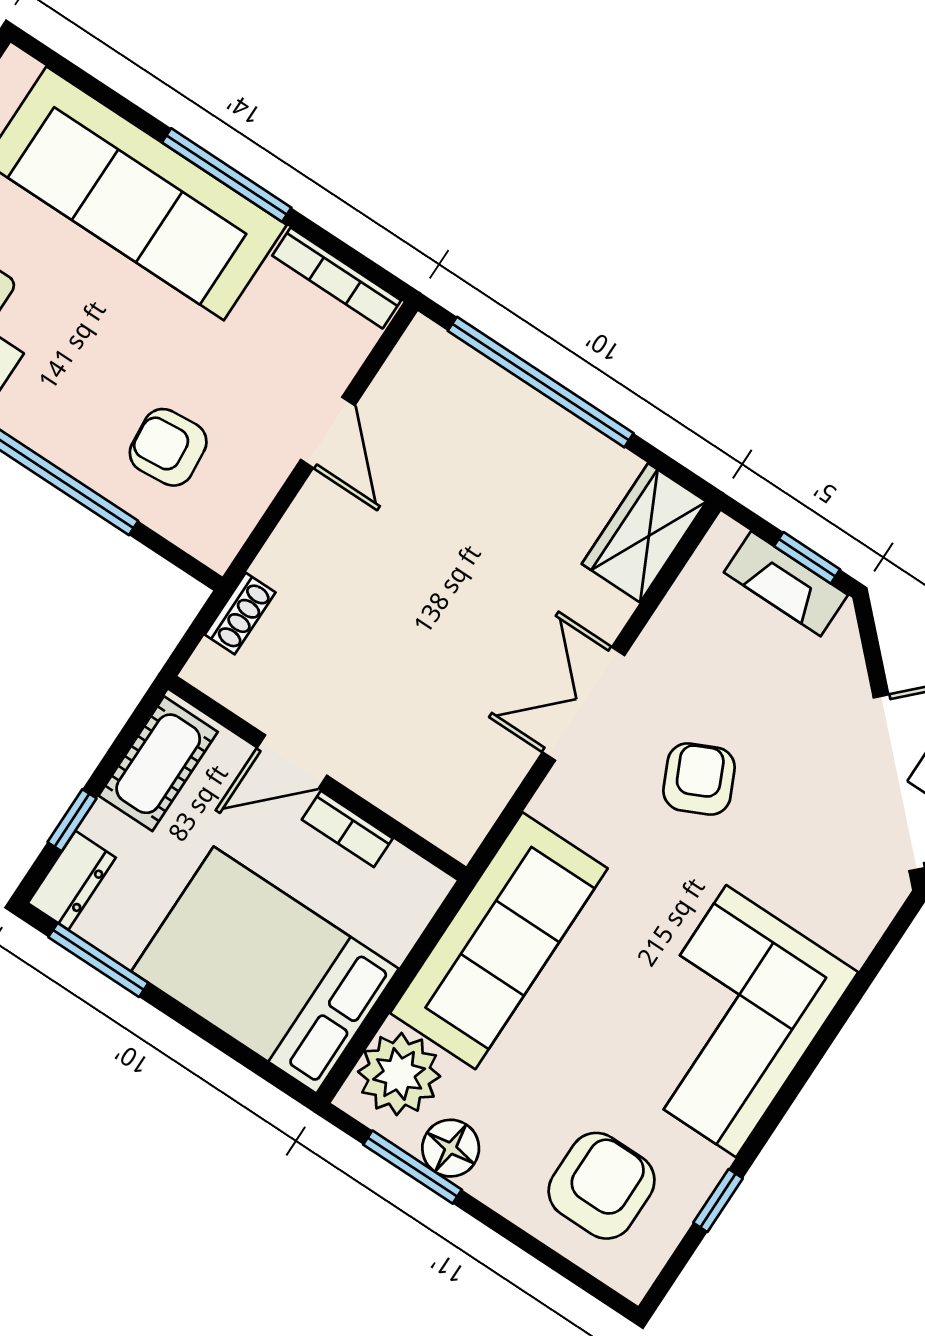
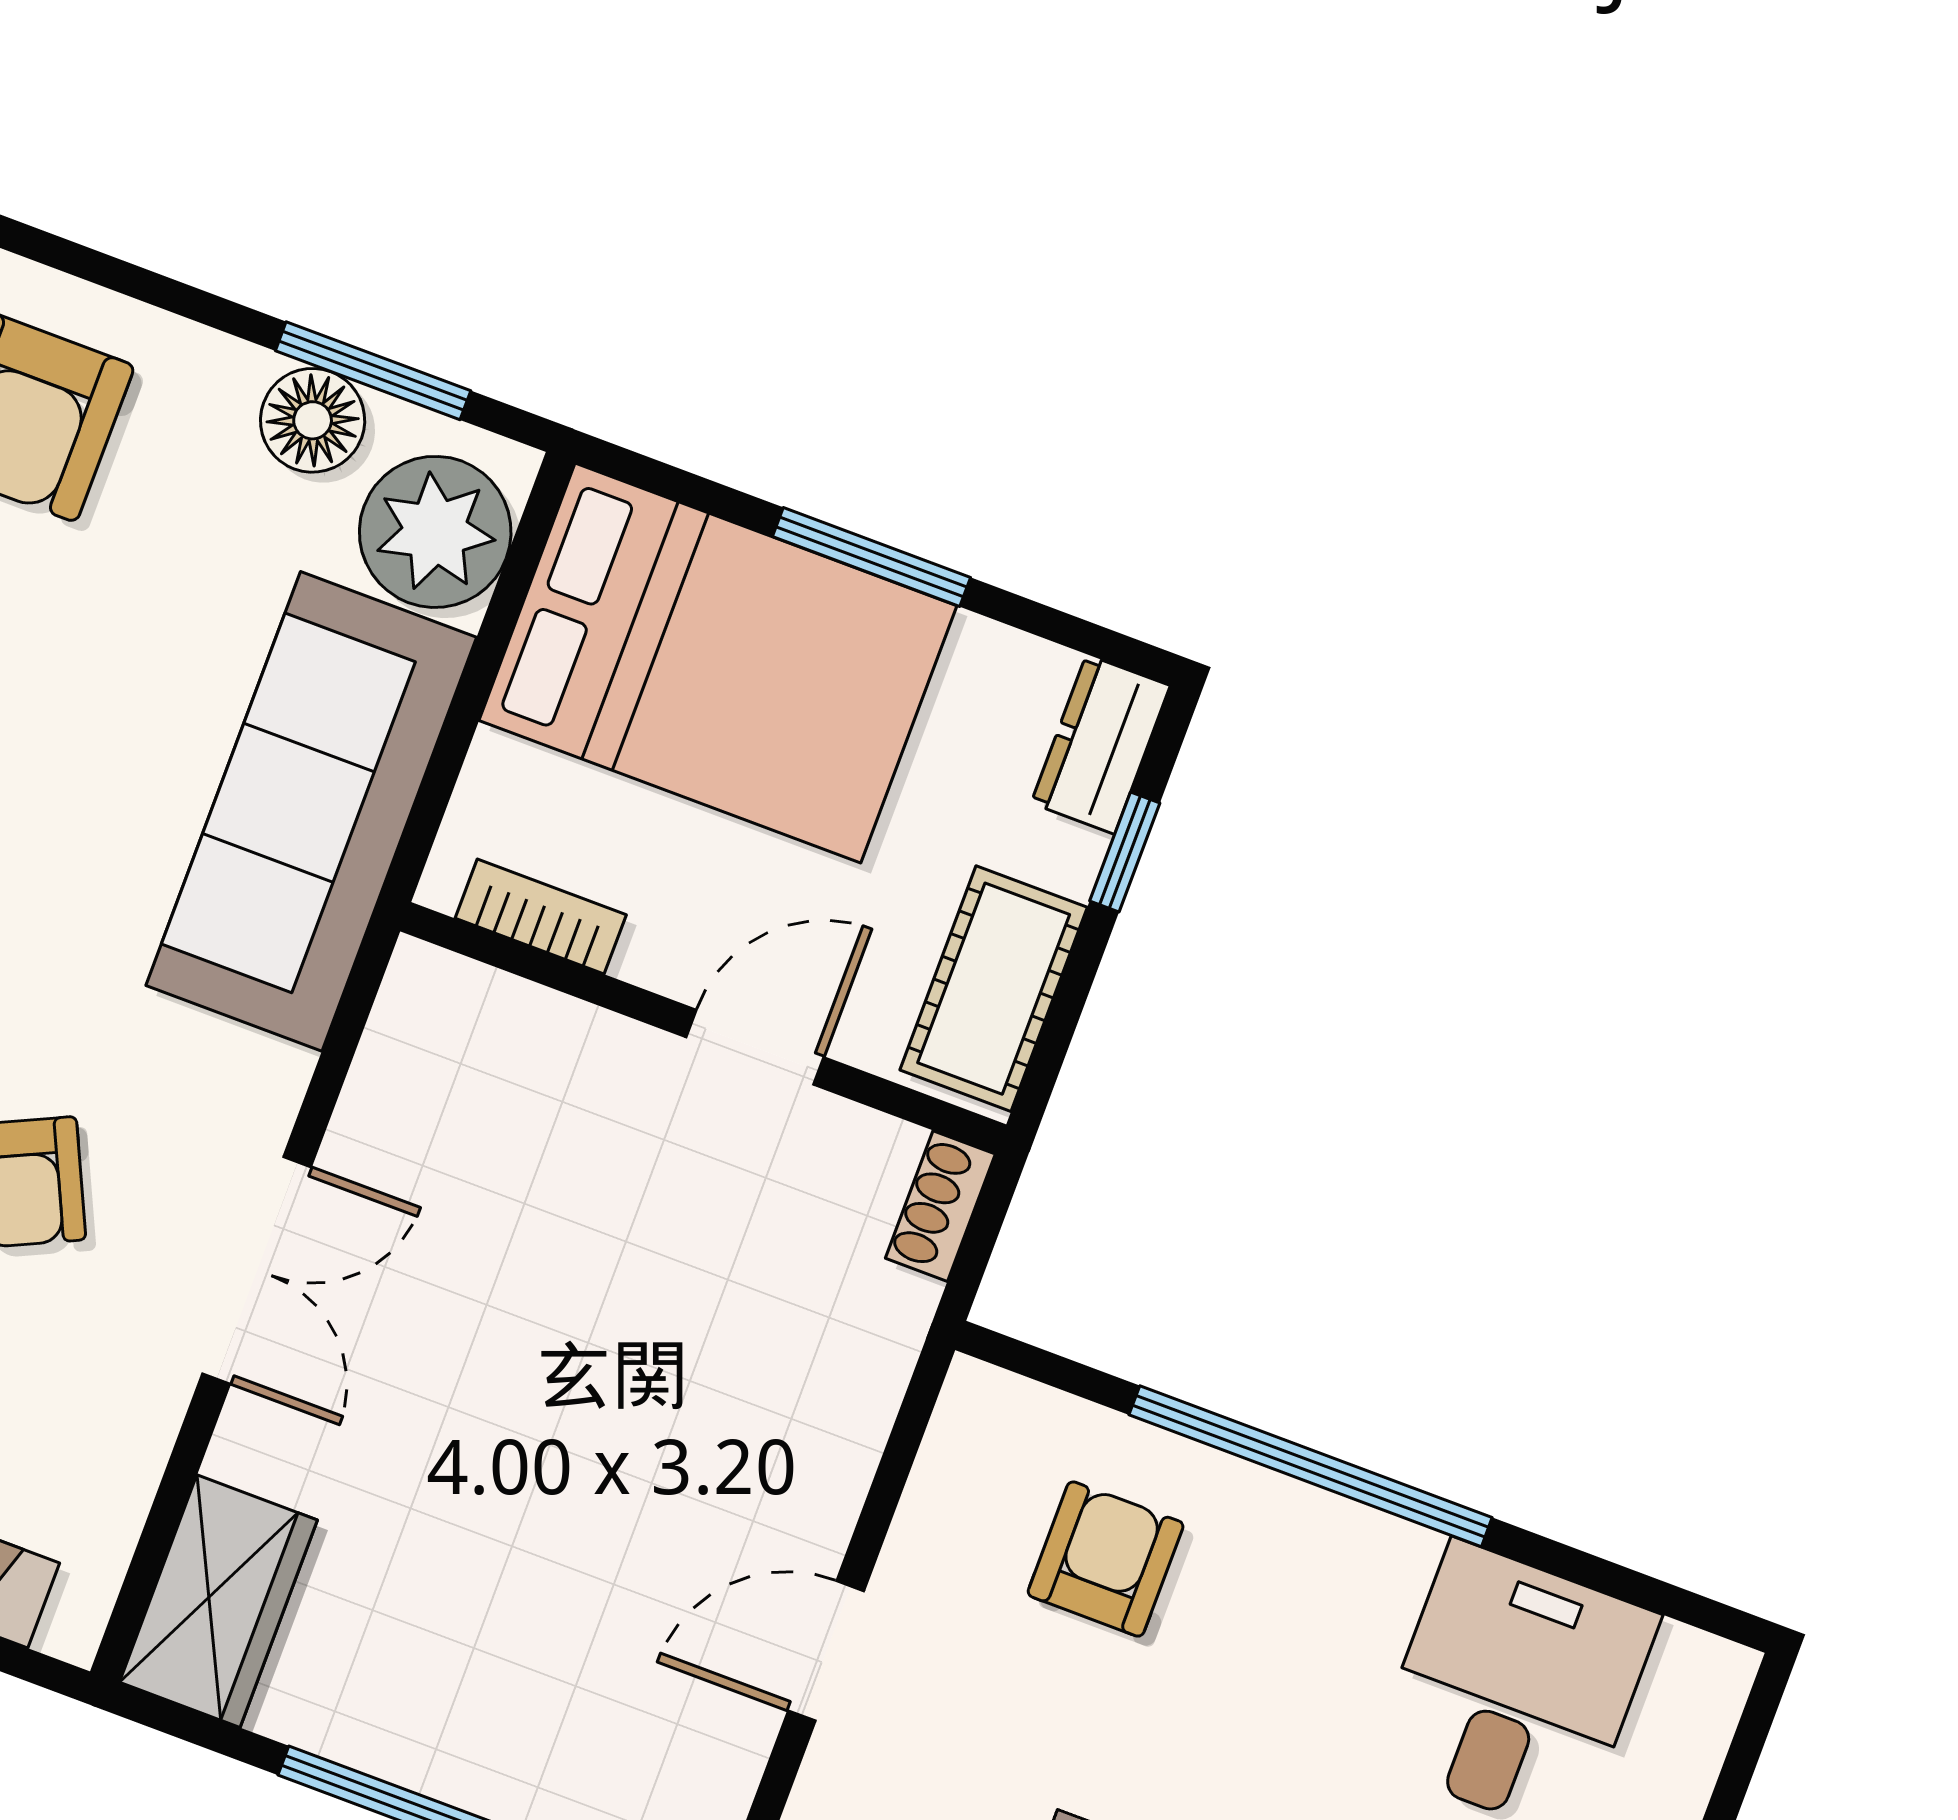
door: (328, 432) -> (826, 1651), hinge flipped
armchair: (168, 447) -> (1106, 1559), turned -85
shoe rack: (240, 614) -> (940, 1206), moved
bookcase: (347, 829) -> (541, 917), moved
window: (98, 960) -> (871, 557), moved

